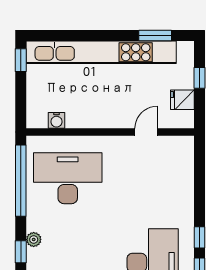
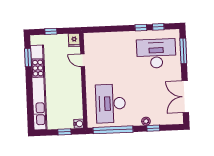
window: (21, 60) -> (64, 132), moved
fridge: (182, 100) -> (74, 40), moved
water cooler: (56, 120) -> (79, 124), moved

